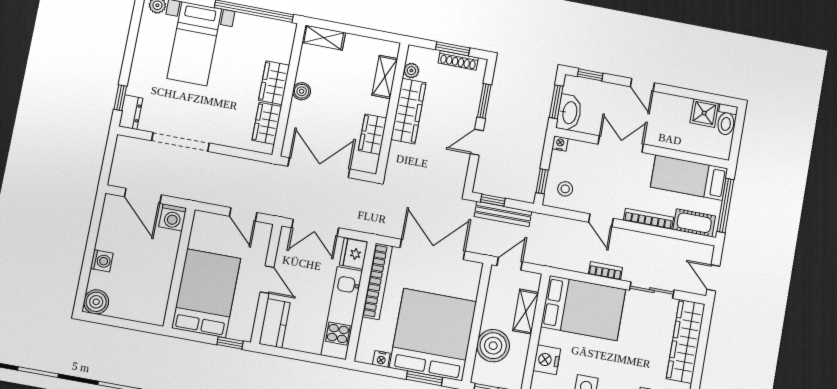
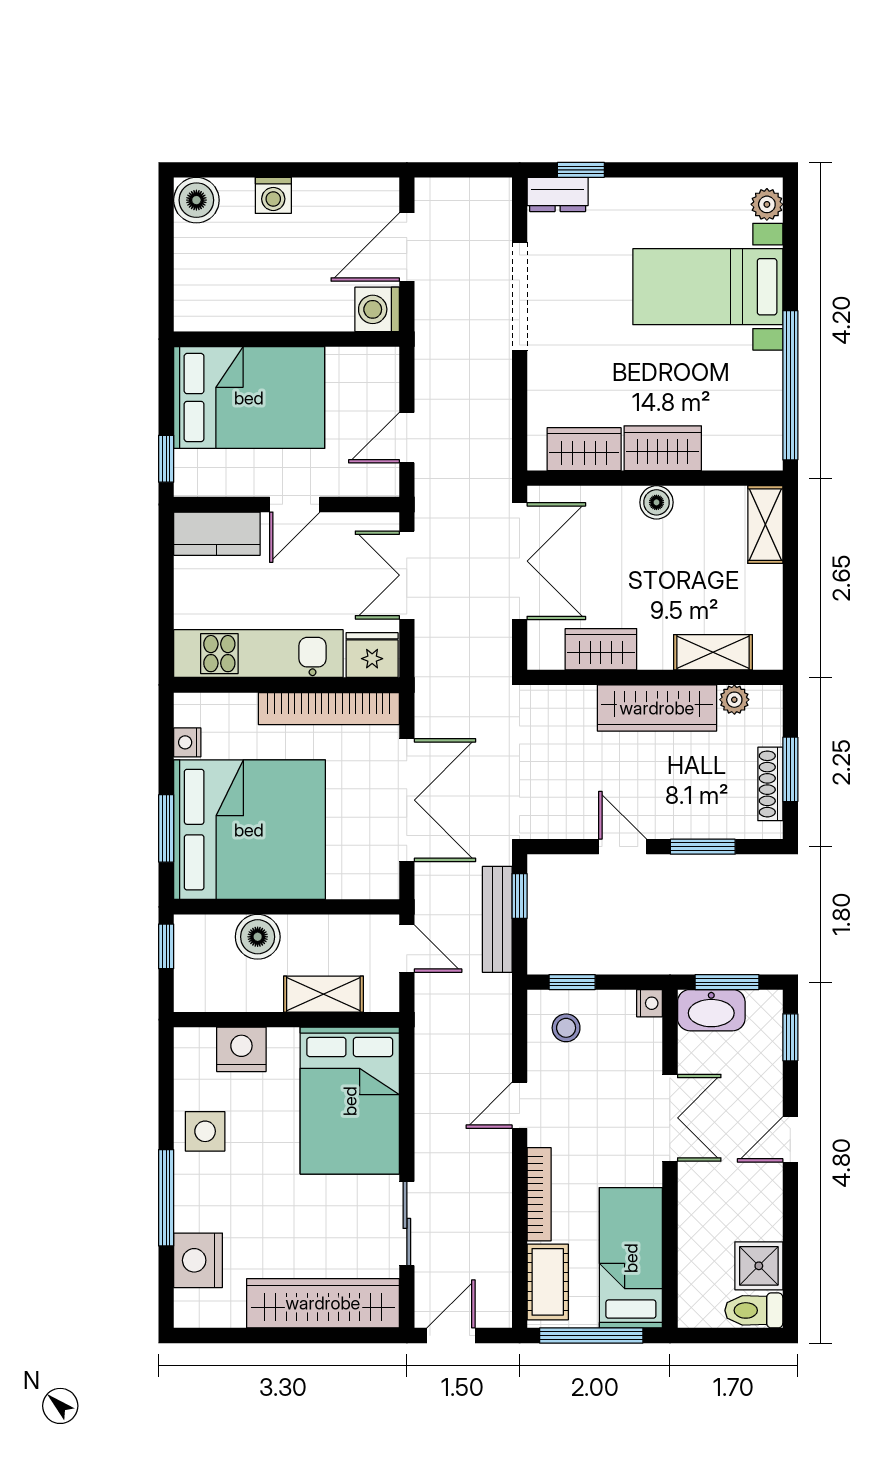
bookcase: (605, 271) -> (427, 1130), removed
boiler: (493, 346) -> (258, 937), width x0.73, depth x0.73

